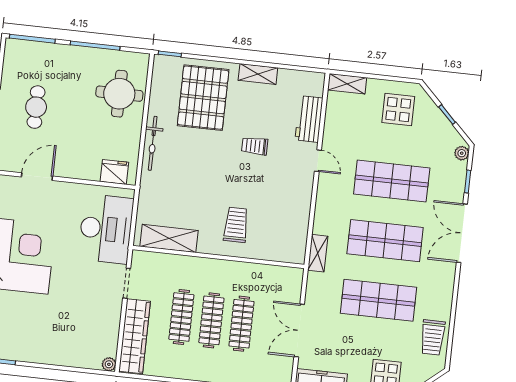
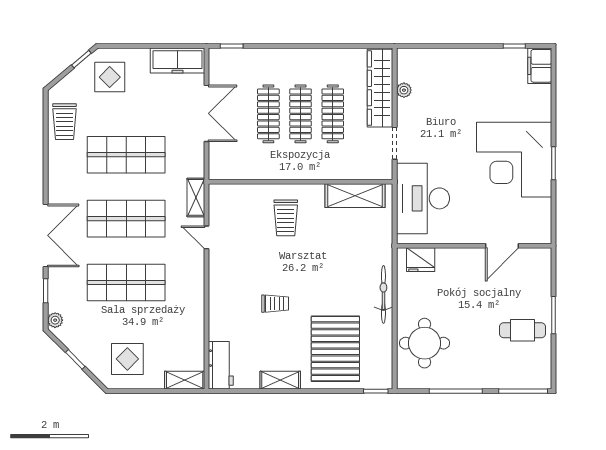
cafe table: (36, 107) -> (522, 330), moved, turned 90
workbench: (309, 119) -> (221, 365), moved
door: (318, 161) -> (207, 237), moved
trolley: (433, 337) -> (64, 122), turned 180
plant: (109, 364) -> (404, 90), moved

